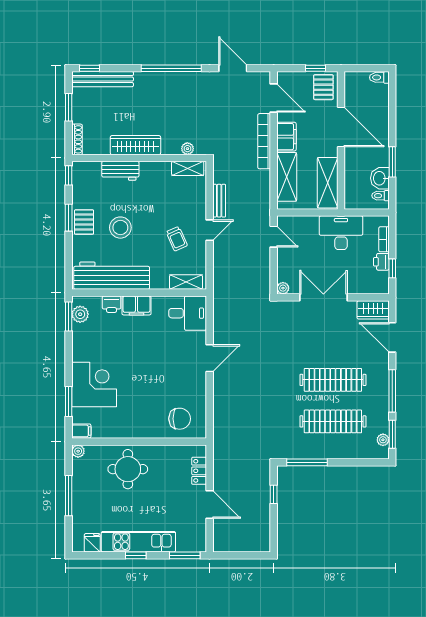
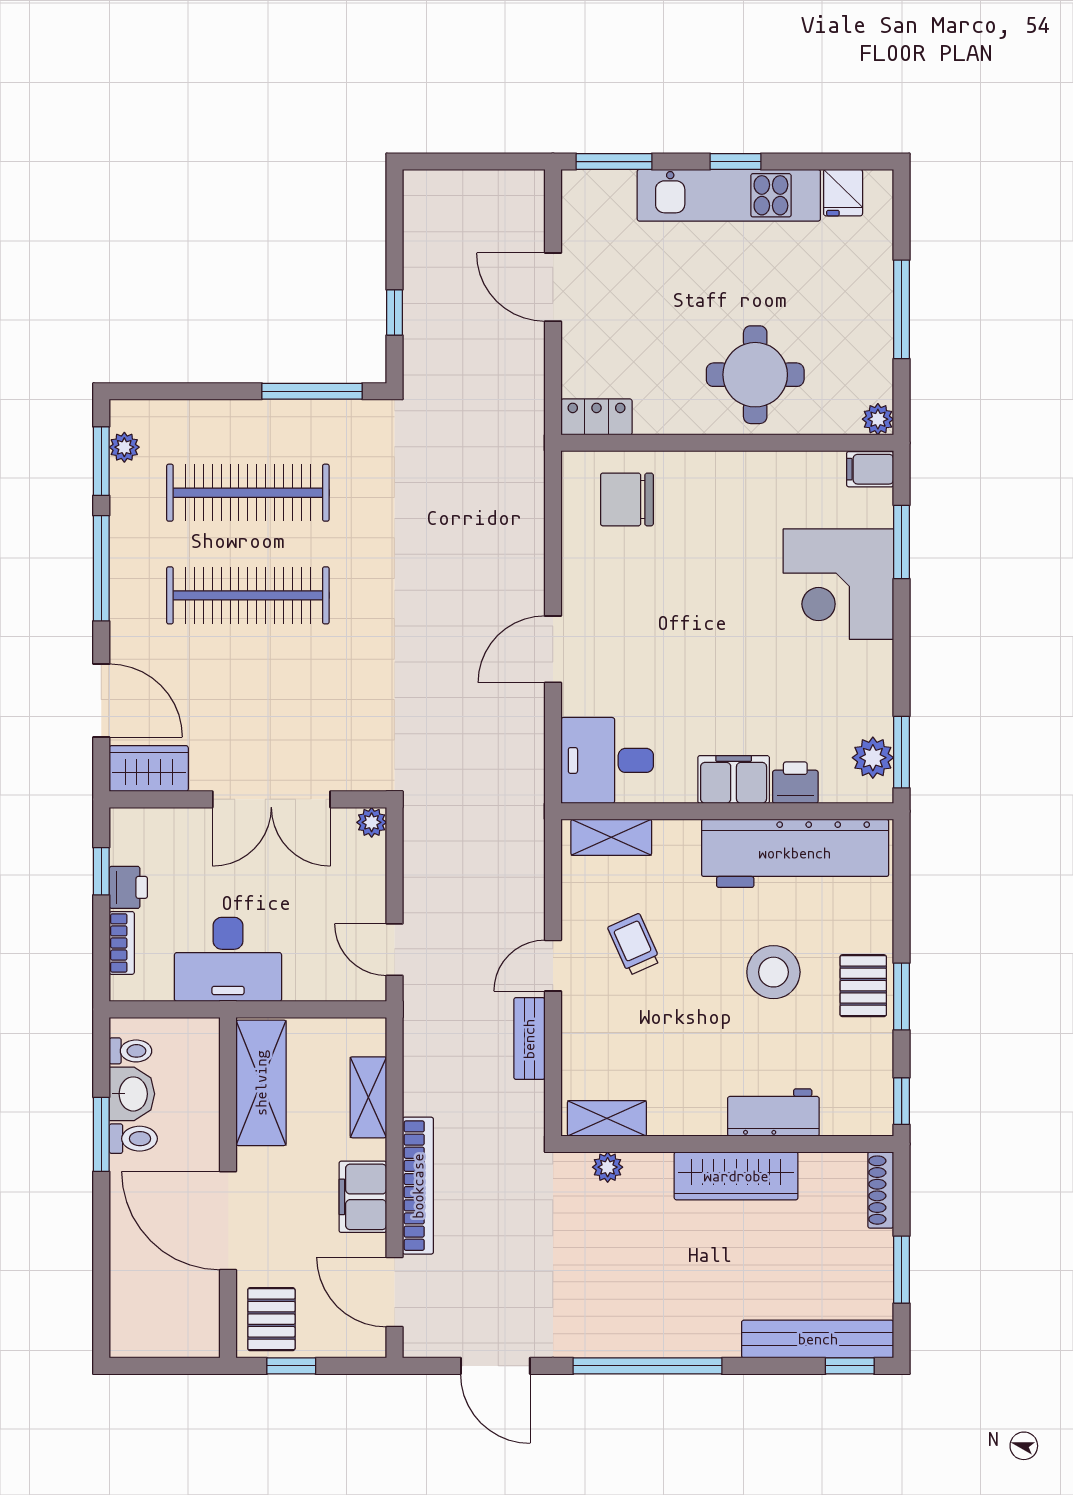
toilet: (379, 77) -> (133, 1139), moved
shelving: (287, 177) -> (368, 1097), width x0.67, depth x0.75
locker: (199, 471) -> (596, 417), moved, turned -90

